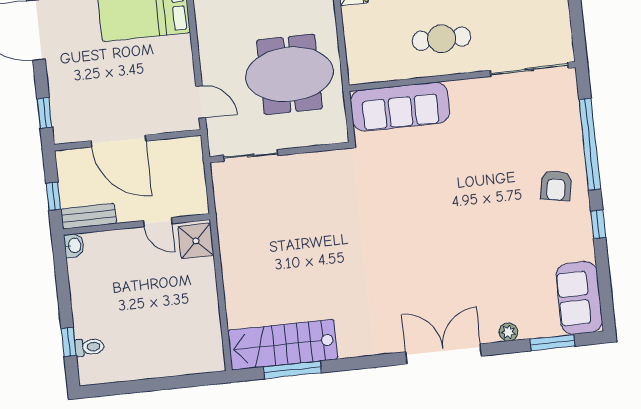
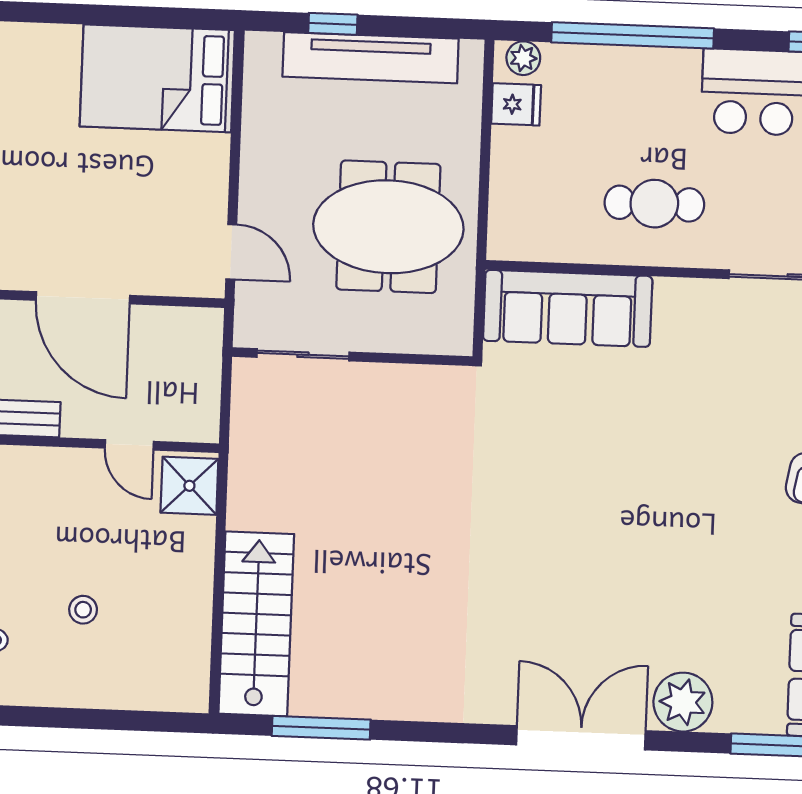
stool: (145, 321) -> (83, 610), added
plant: (508, 332) -> (683, 702), width x1.88, depth x1.88
stairs: (283, 345) -> (256, 624), moved, turned 90

